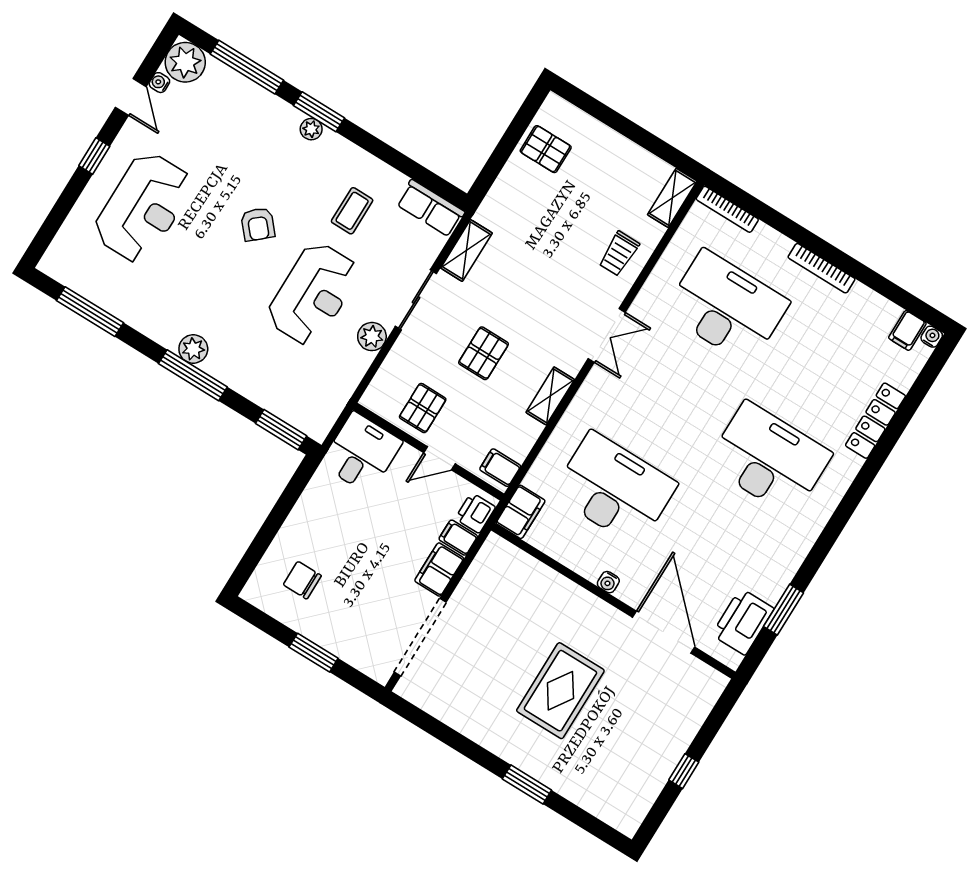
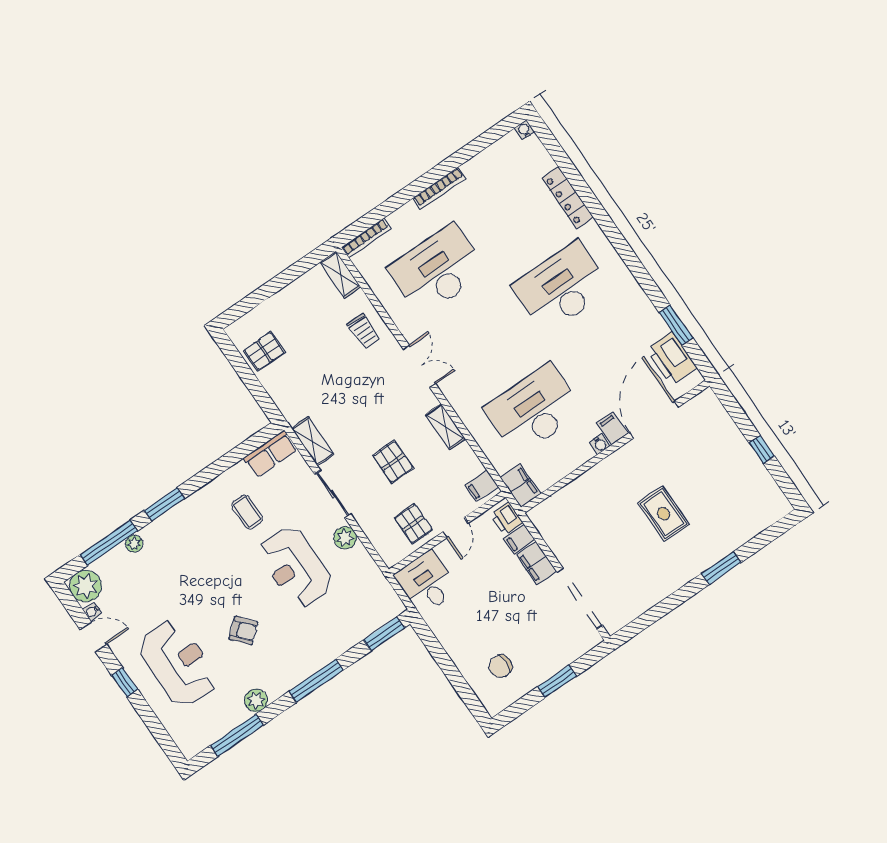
plant: (311, 129) -> (134, 544), moved
armchair: (258, 224) -> (243, 631), moved
reception desk: (313, 294) -> (295, 567), turned 180
filing cabinet: (907, 330) -> (612, 428), moved, turned 180
plant: (193, 349) -> (256, 700), moved
door: (664, 632) -> (654, 420), hinge flipped
rug: (560, 691) -> (664, 514), width x0.73, depth x0.70

